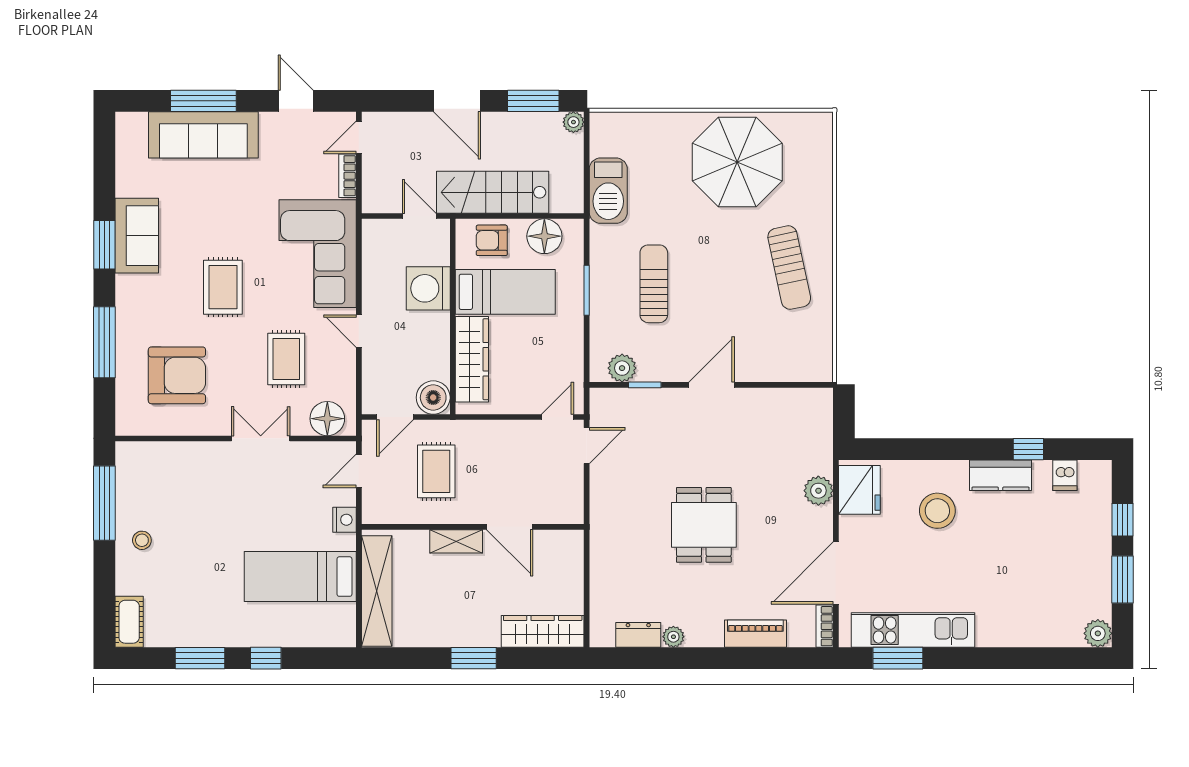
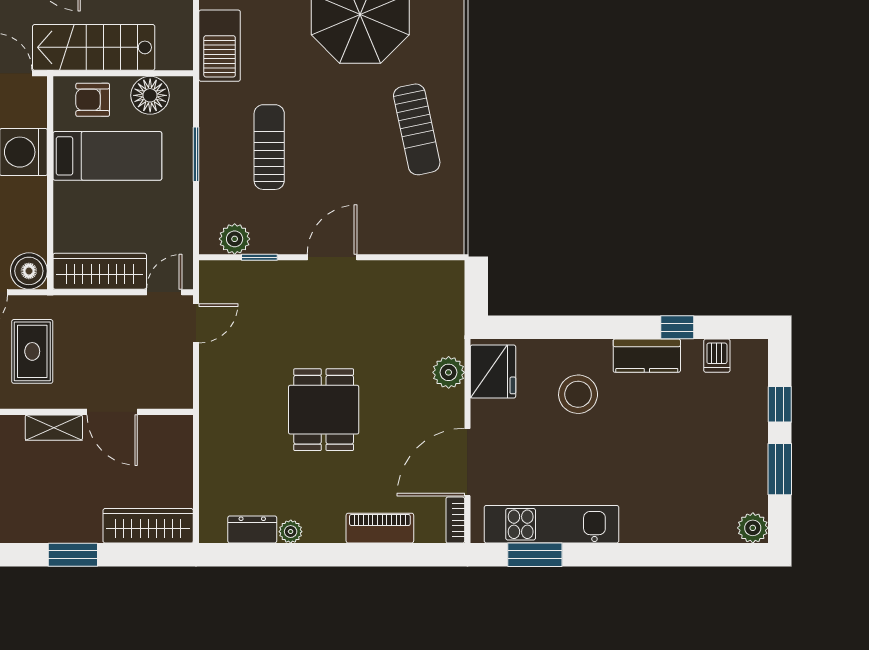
wardrobe: (472, 359) -> (100, 271), moved, turned -90

